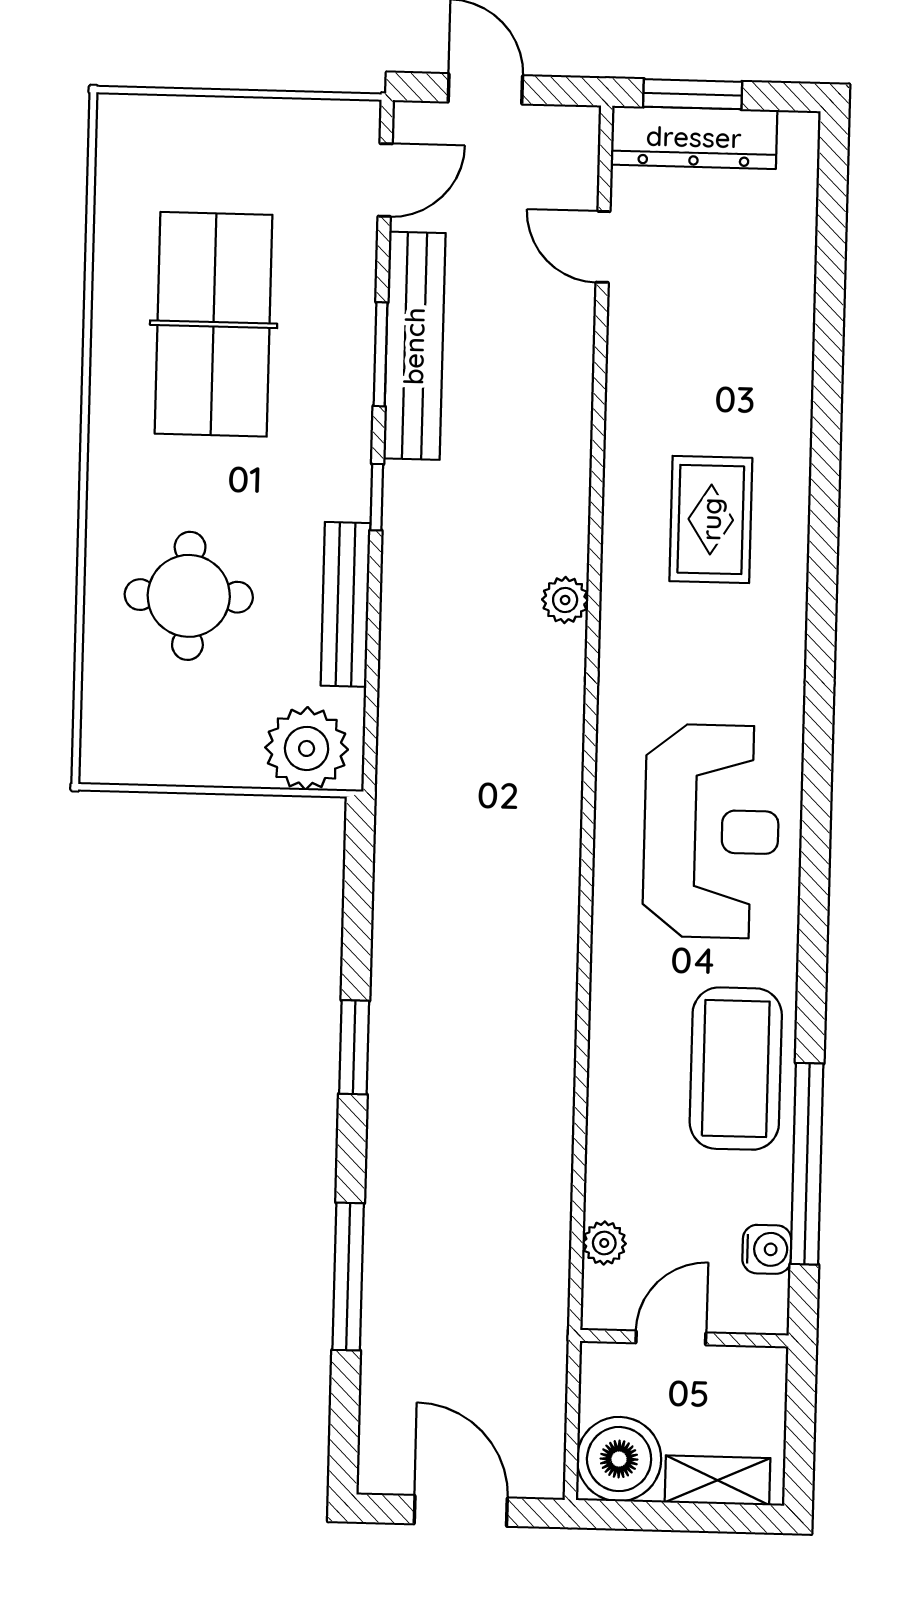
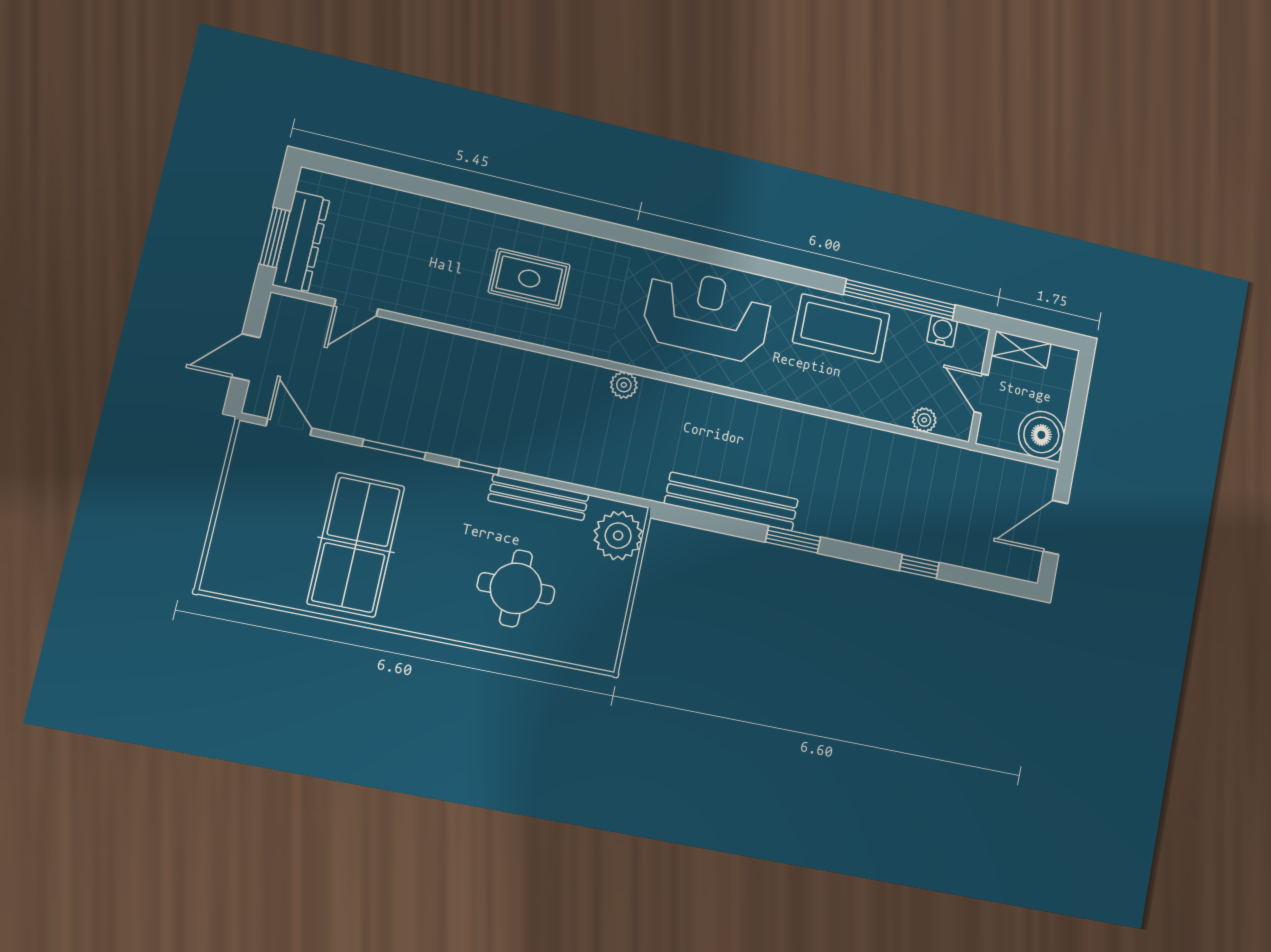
table tennis table: (214, 324) -> (356, 545), turned 90
bench: (414, 346) -> (731, 502), moved
plant: (565, 600) -> (624, 385), moved
window: (348, 1277) -> (919, 567), width x0.46
shelving: (717, 1480) -> (1021, 350), moved, turned 90

